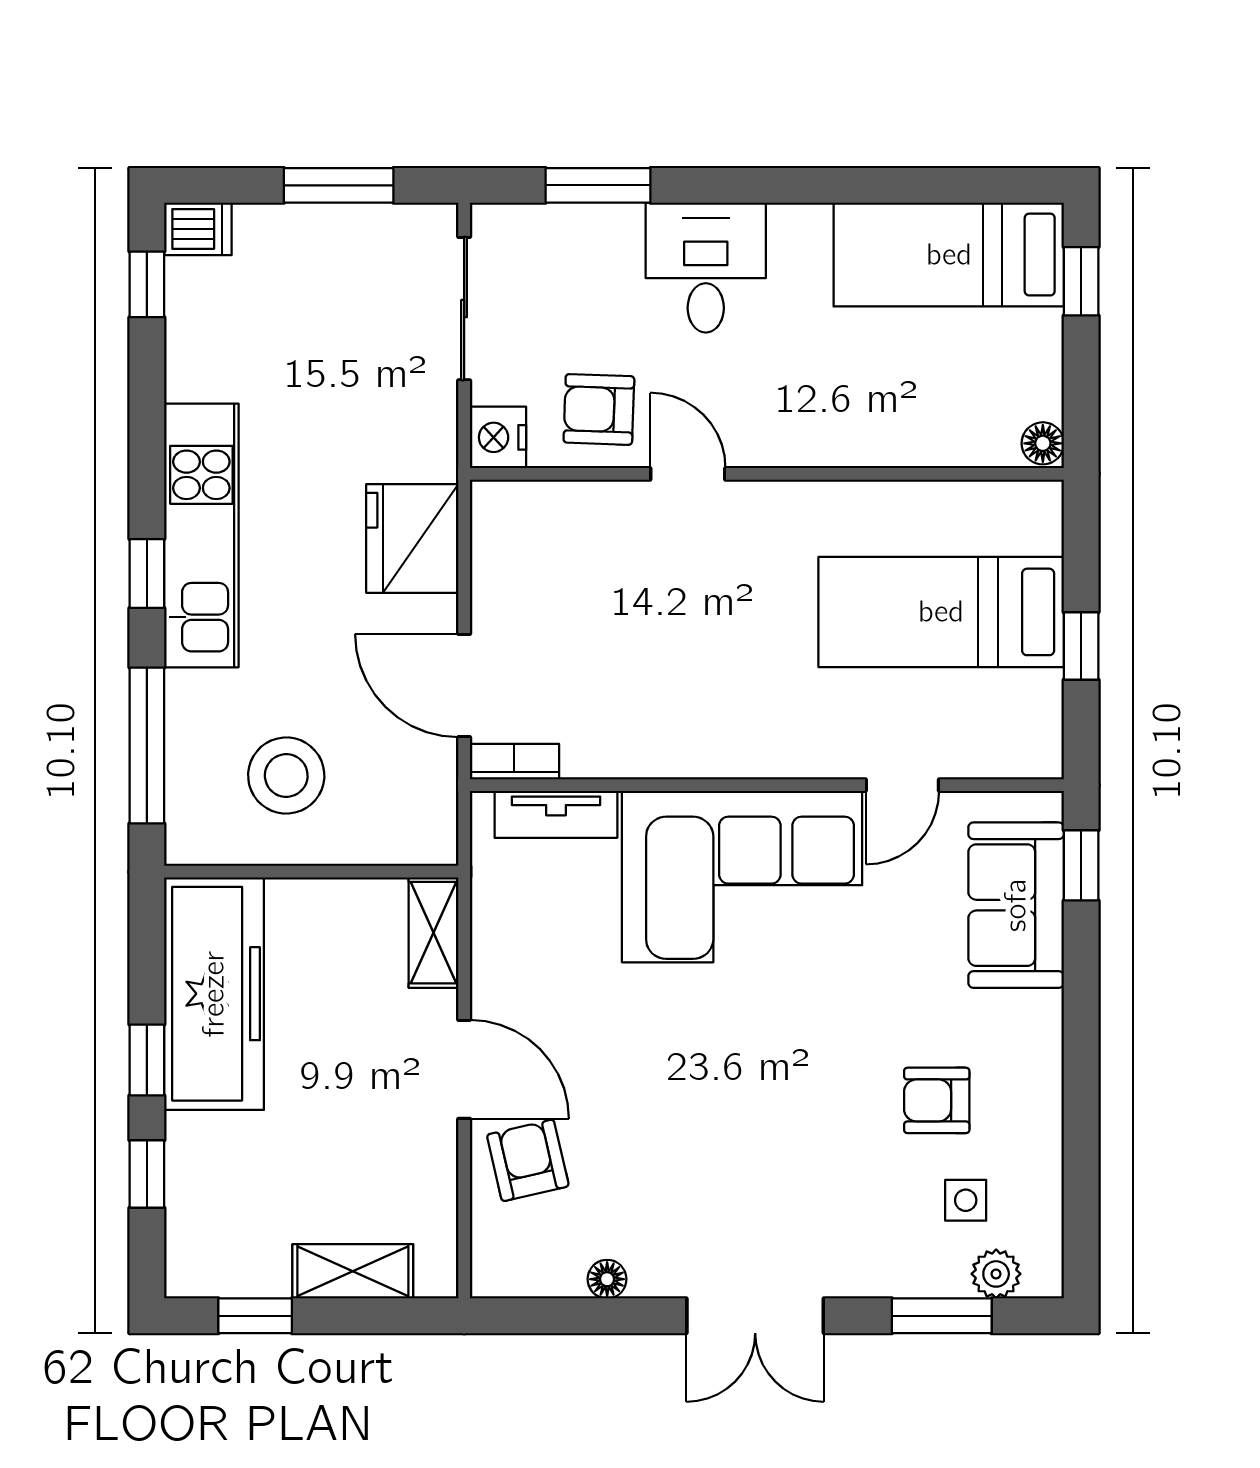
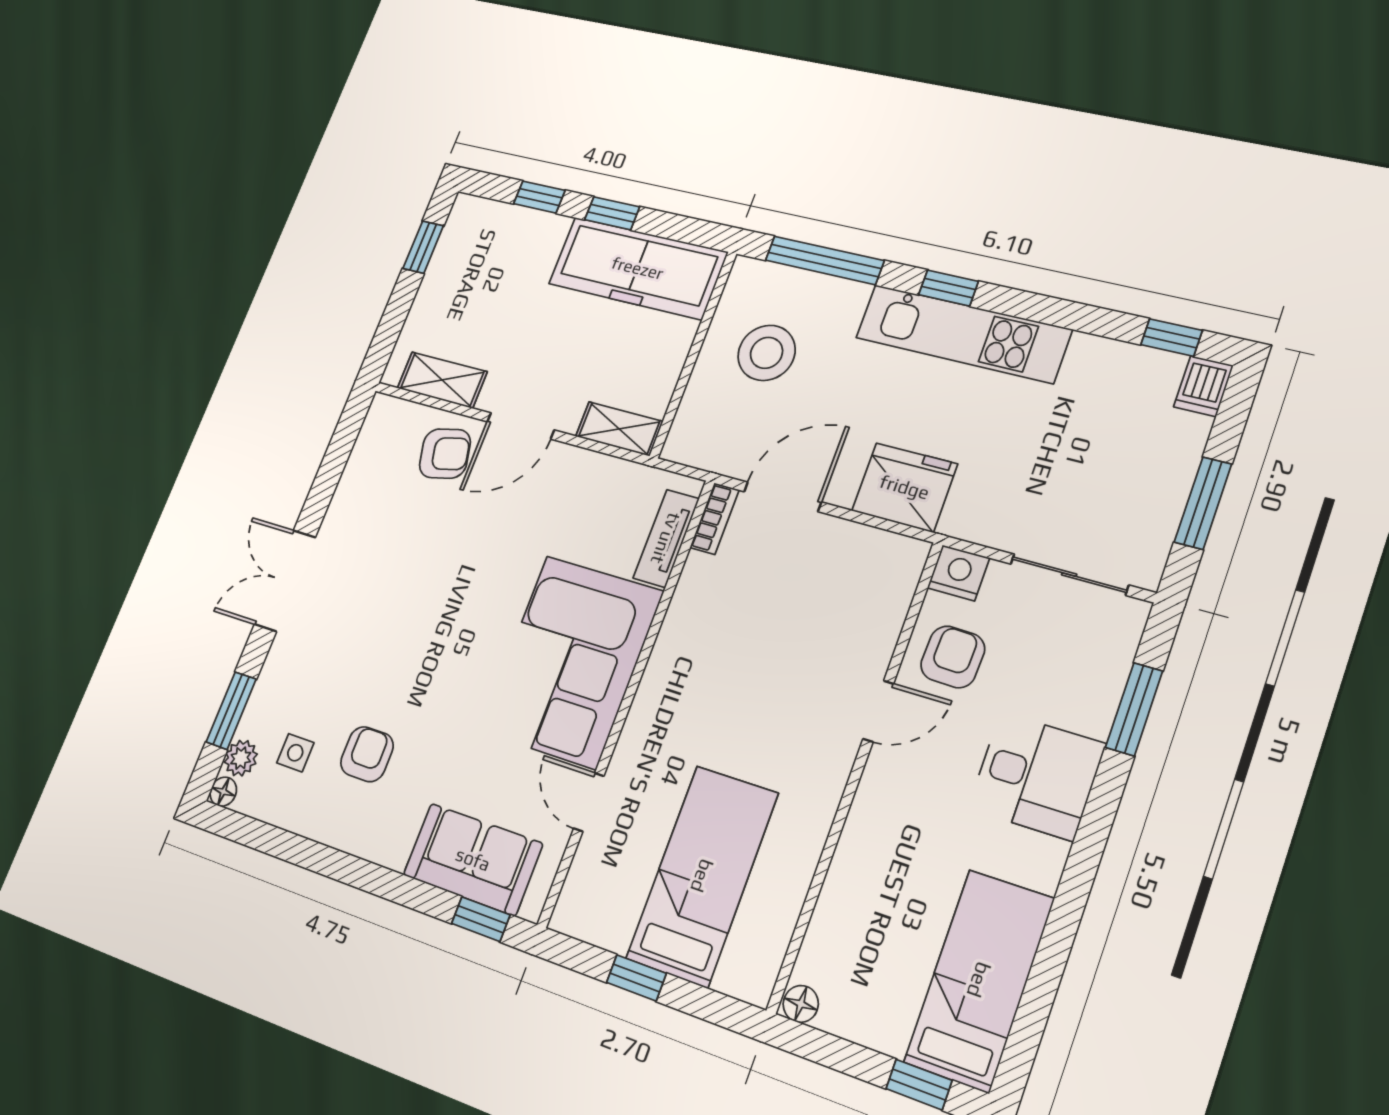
shelving: (353, 1271) -> (442, 380), moved, turned 90
floor lamp: (607, 1279) -> (223, 792), moved

